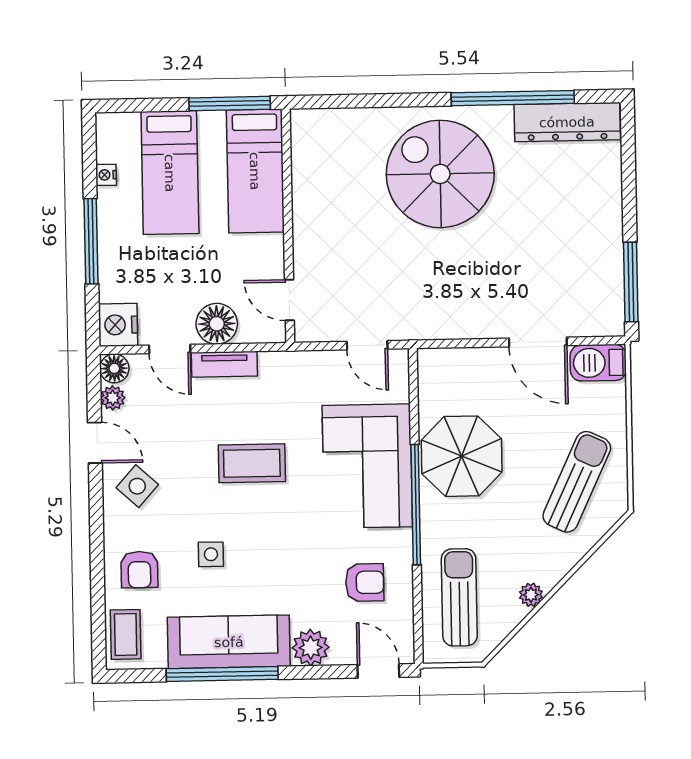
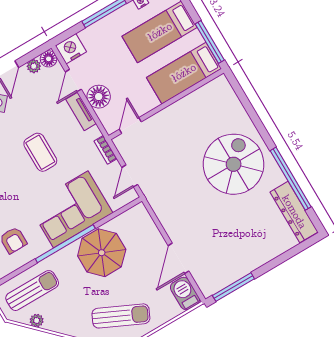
bookcase: (305, 360) -> (105, 150), added
plant: (531, 595) -> (37, 321), moved

